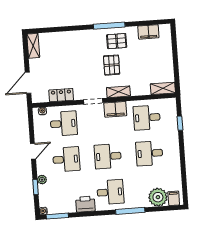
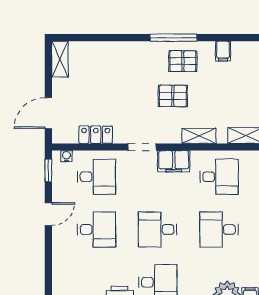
filing cabinet: (148, 32) -> (223, 51), width x0.50
pallet: (112, 65) -> (173, 96), turned 90
shelving: (118, 92) -> (199, 136), moved
desk: (147, 118) -> (219, 177), turned 180
plant: (42, 180) -> (59, 257), removed
window: (36, 187) -> (48, 171), moved

